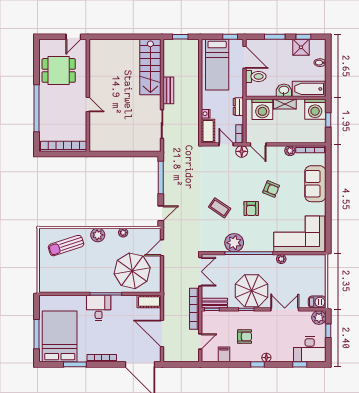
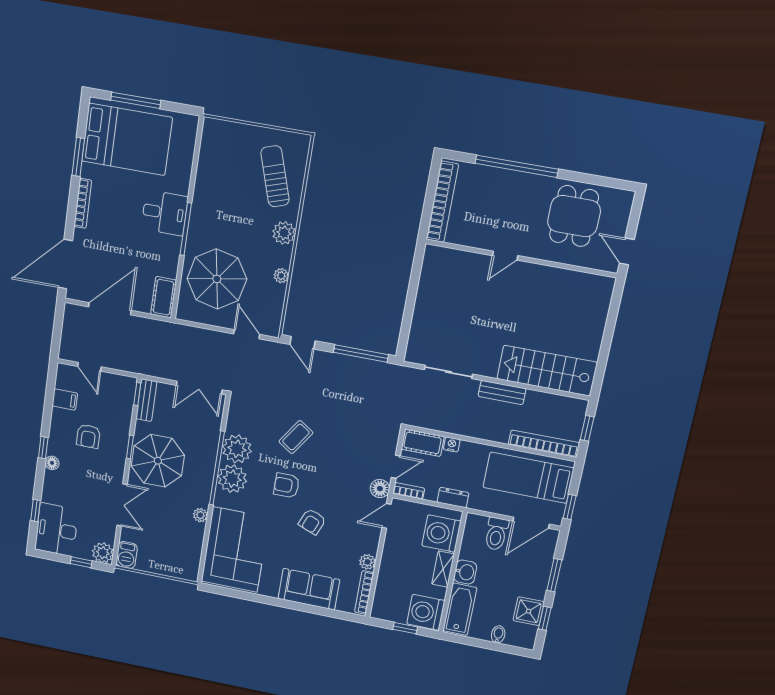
plant: (254, 243) -> (232, 479), added
bookcase: (194, 309) -> (544, 444), moved

